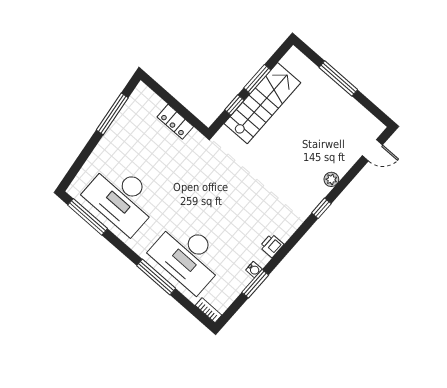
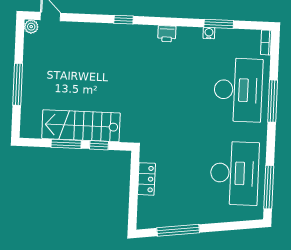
plant: (331, 179) -> (31, 27), moved
printer: (272, 246) -> (167, 34), moved

